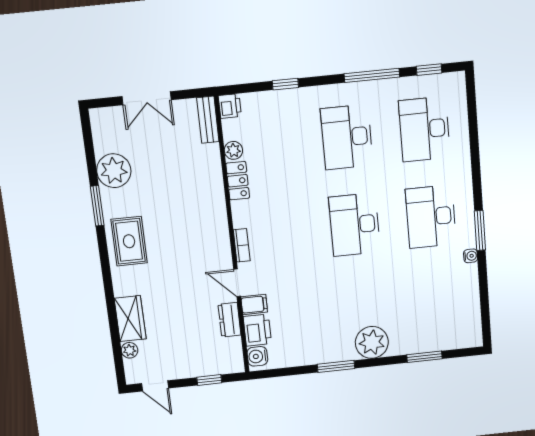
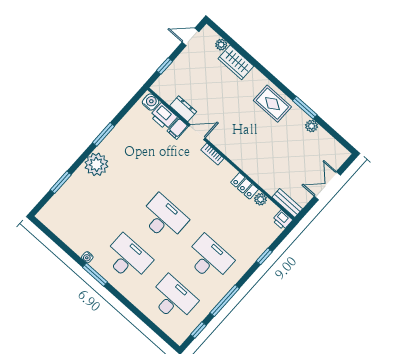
plant: (114, 171) -> (312, 126), width x0.53, depth x0.53

